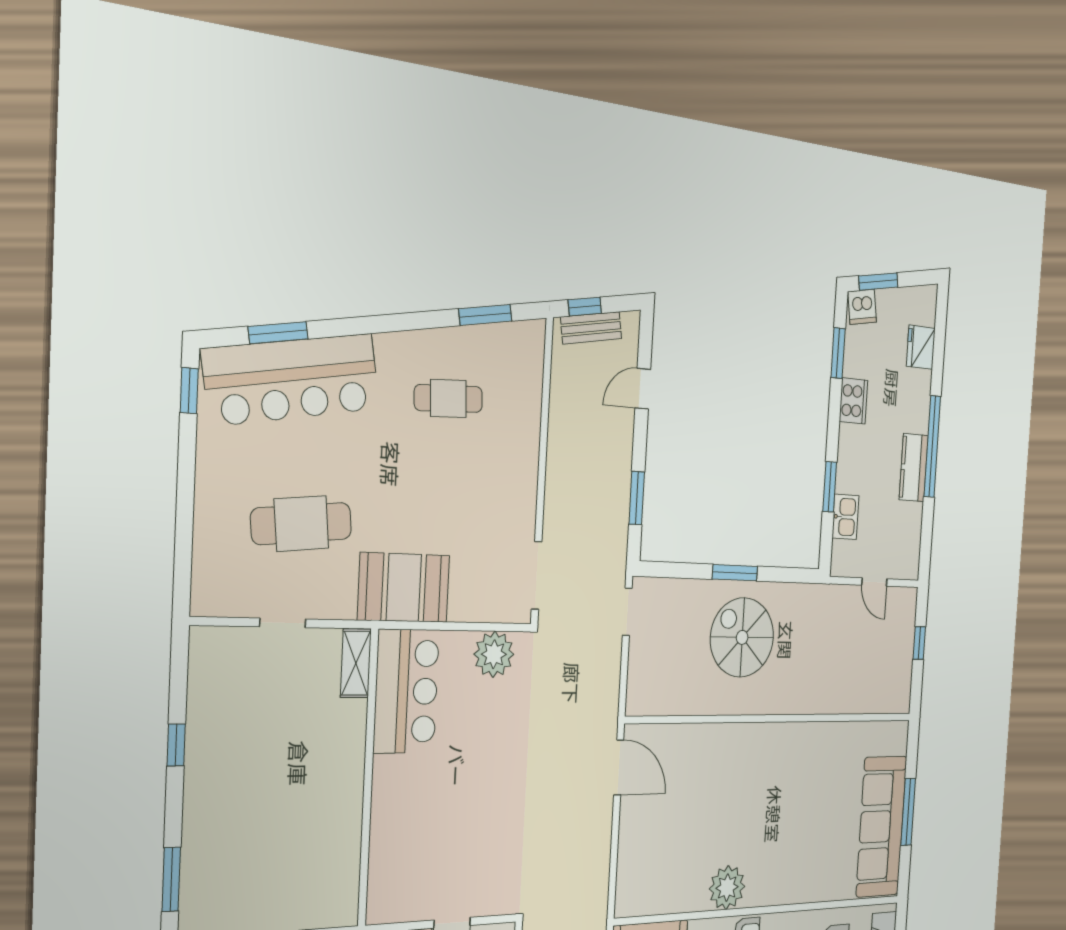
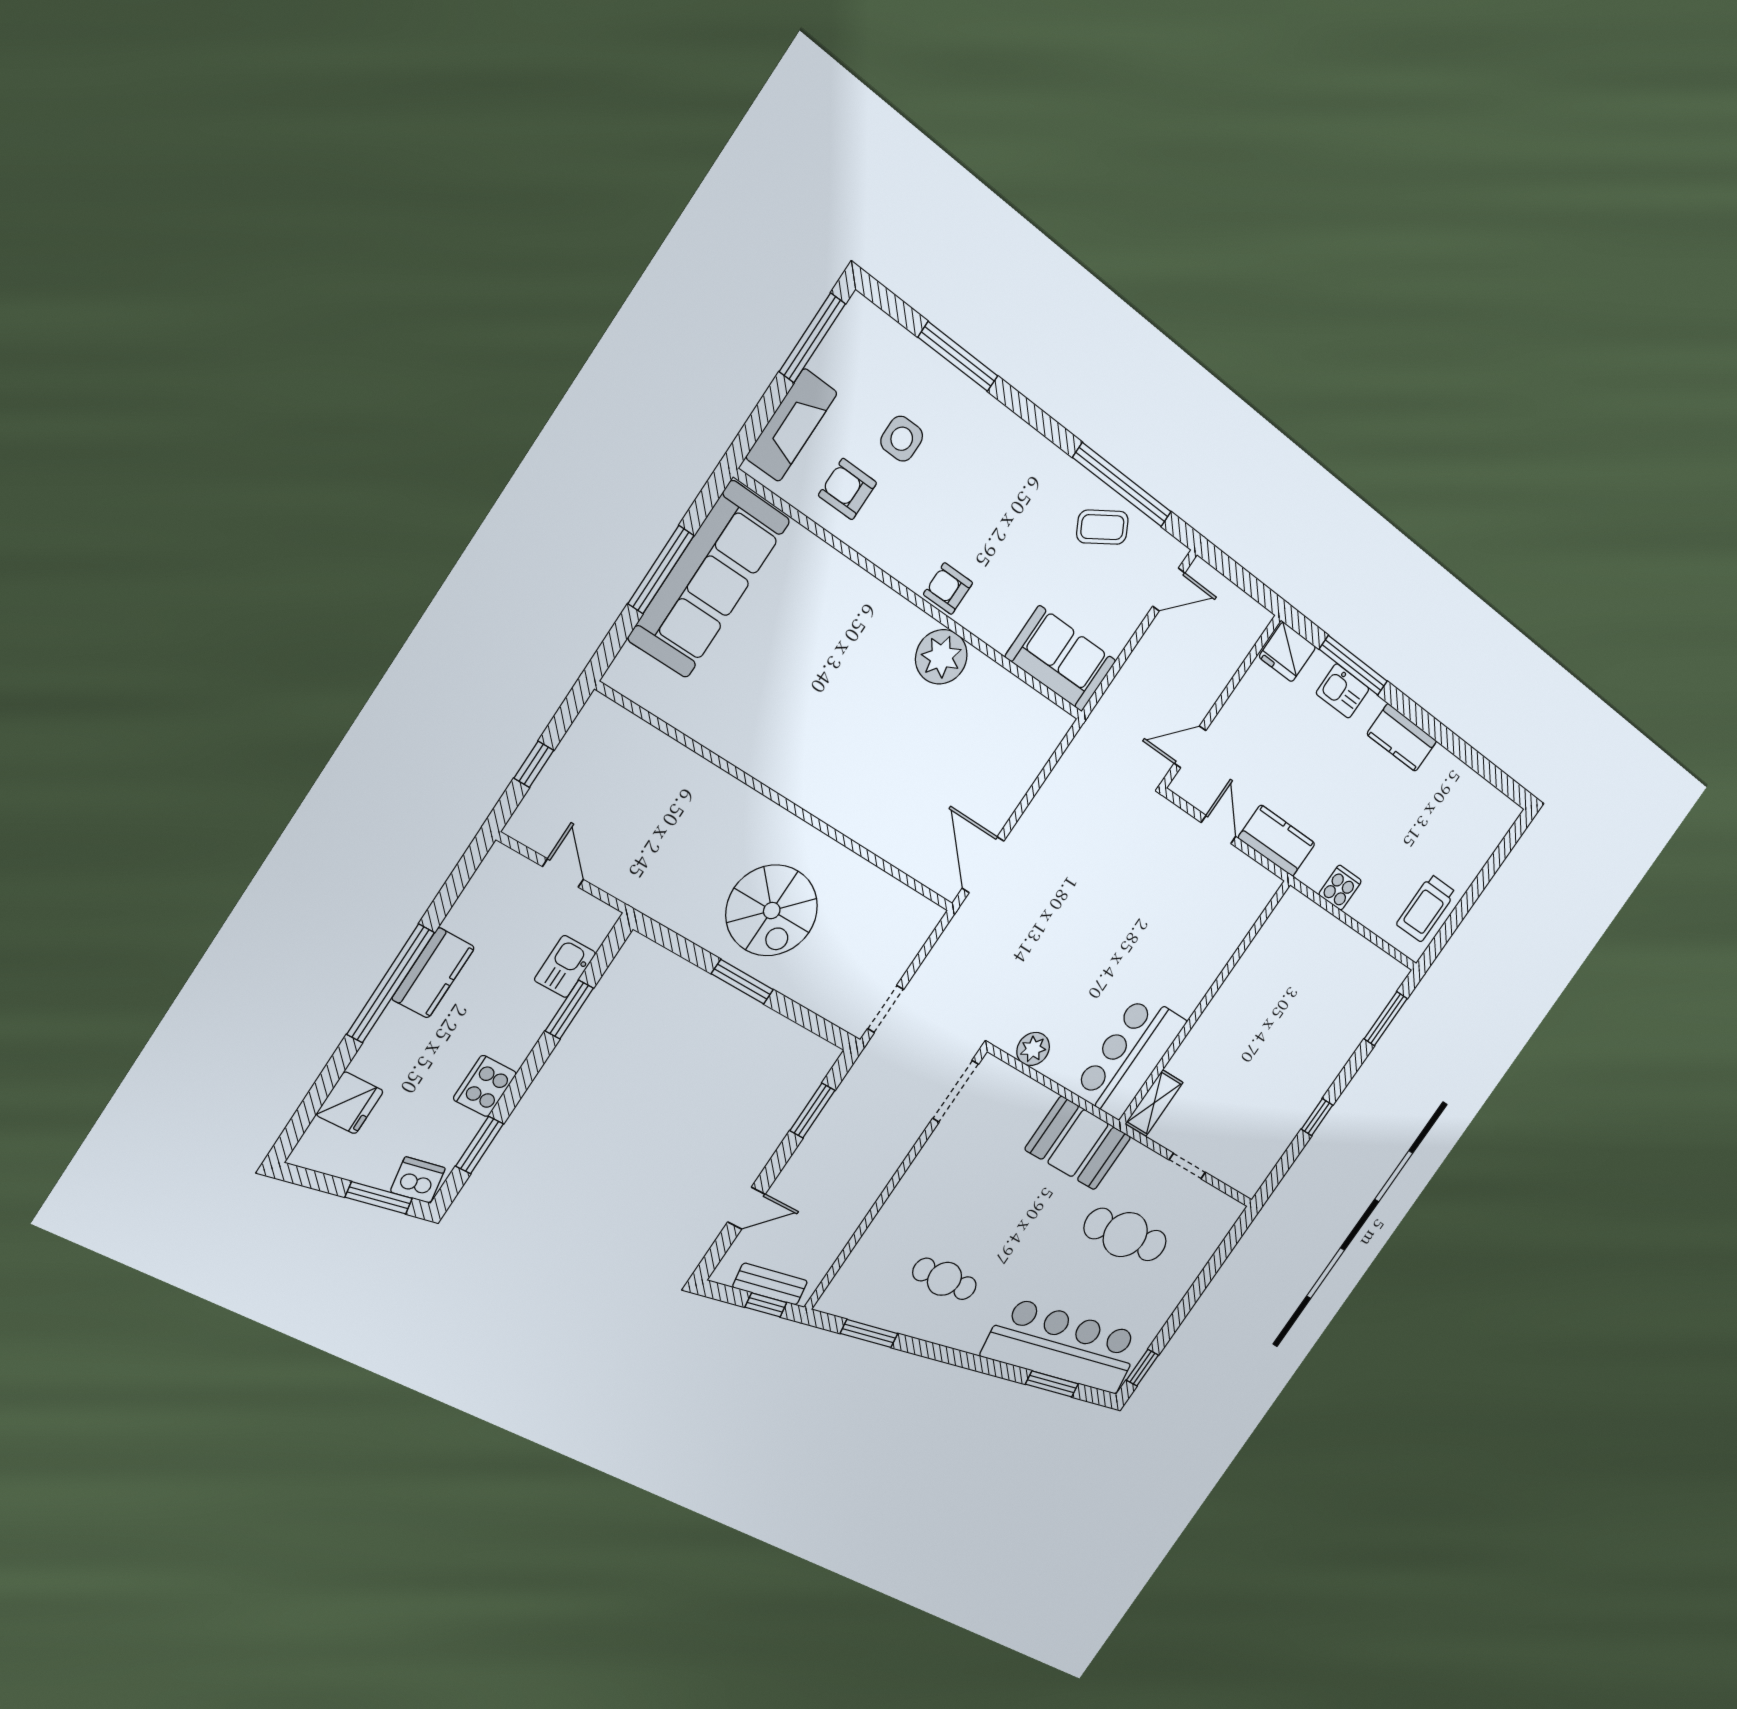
plant: (494, 654) -> (1033, 1049), width x0.73, depth x0.73

